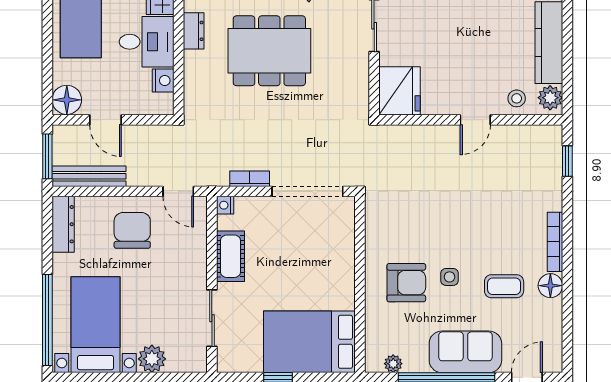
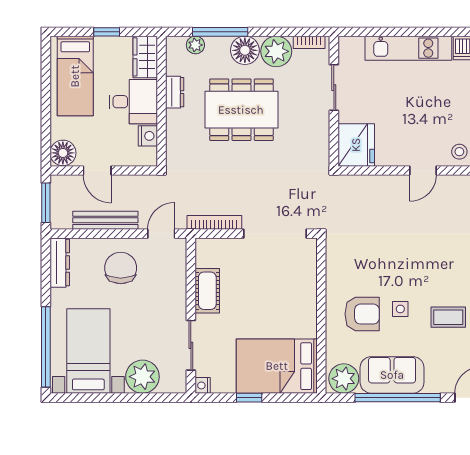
bench: (89, 176) -> (105, 220), moved
bookcase: (250, 179) -> (214, 222), width x1.56
door: (178, 191) -> (161, 234), swing flipped
nightstand: (225, 205) -> (203, 385), moved
sofa: (465, 352) -> (392, 375), moved
plant: (152, 359) -> (142, 377), width x1.36, depth x1.36
plant: (393, 364) -> (344, 379), width x1.87, depth x1.87

